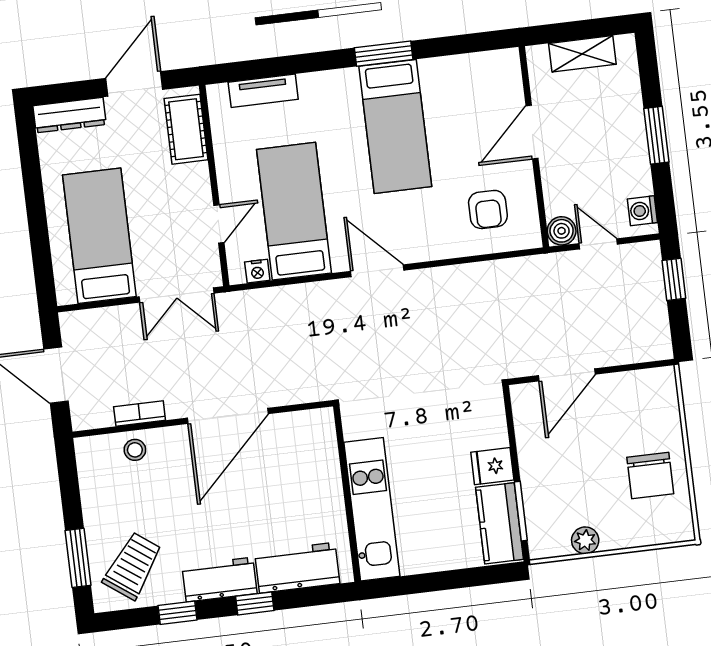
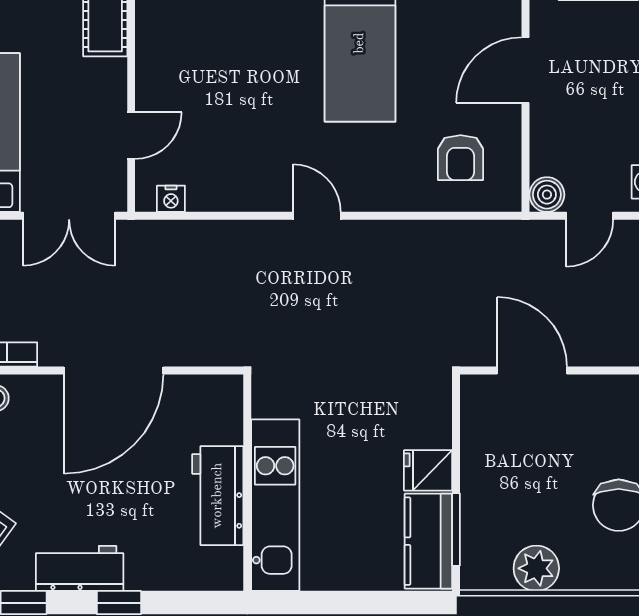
bed: (294, 211) -> (224, 131), removed
door: (598, 244) -> (590, 216), swing flipped
door: (377, 271) -> (317, 216), width x0.73
door: (567, 375) -> (532, 371), swing flipped
plant: (585, 540) -> (536, 568), width x1.38, depth x1.38
workbench: (297, 568) -> (218, 496), moved, turned -90

